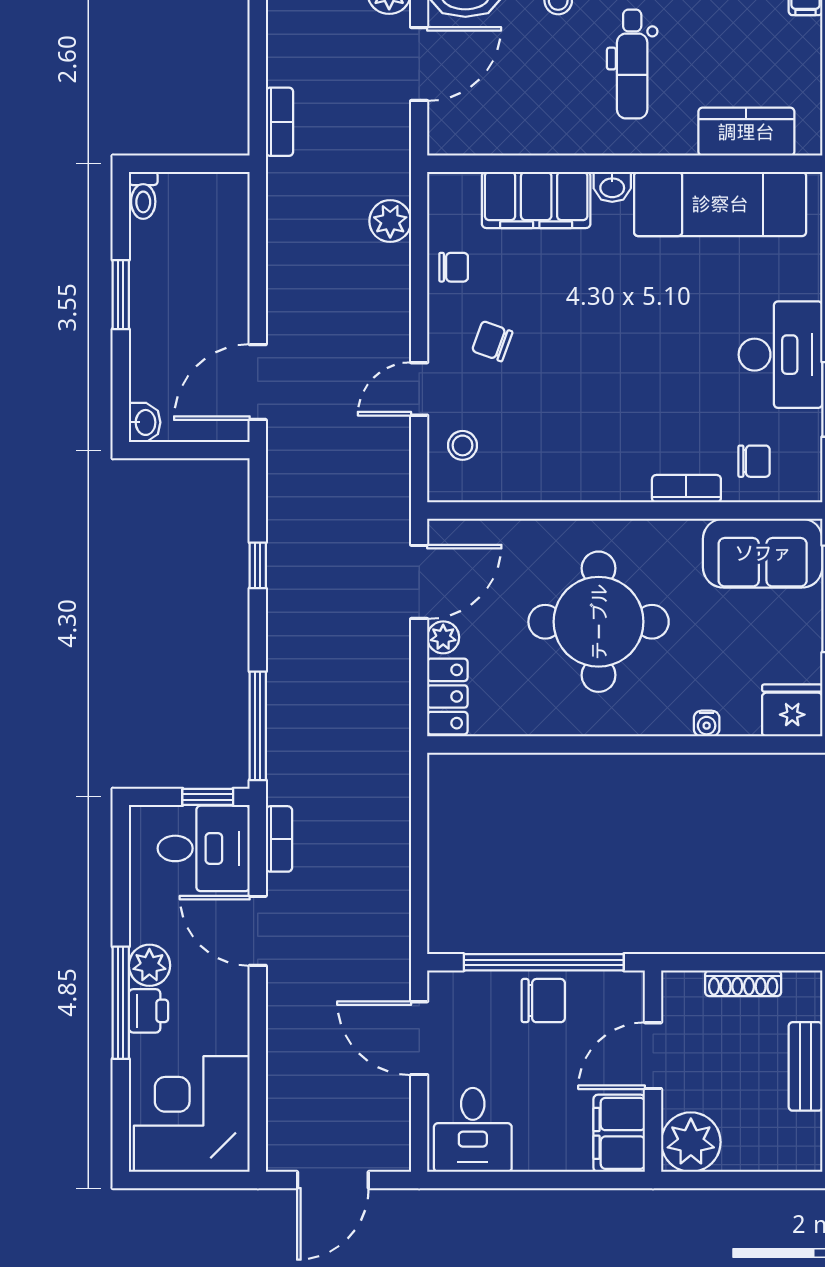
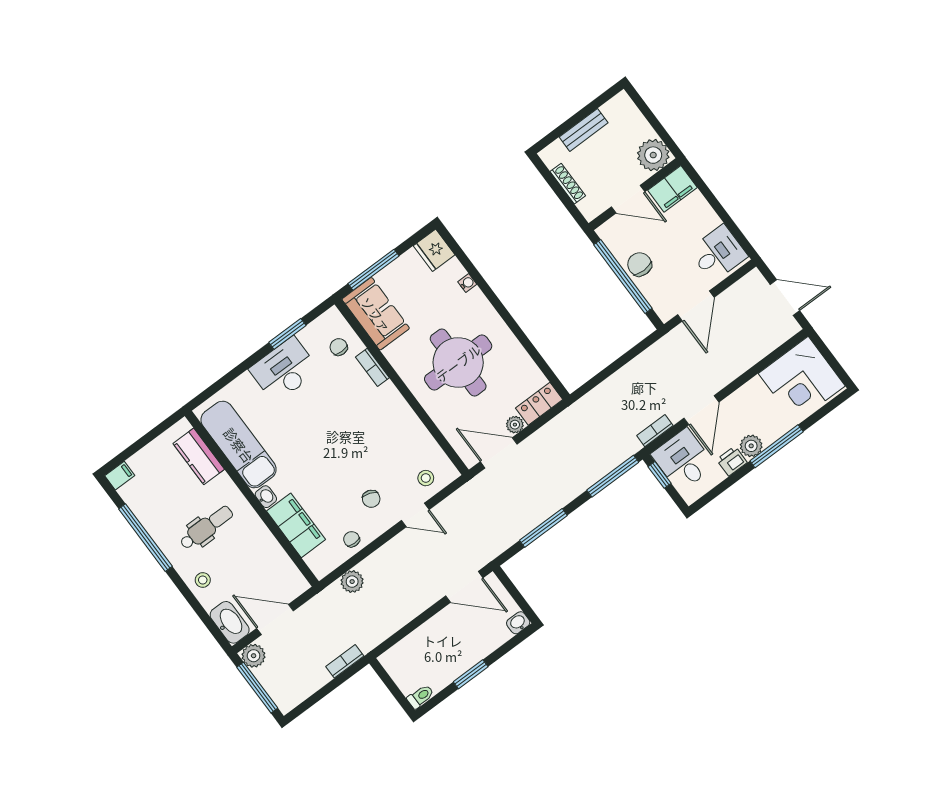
window: (258, 565) -> (543, 528), width x2.17
printer: (148, 1011) -> (732, 461), moved

